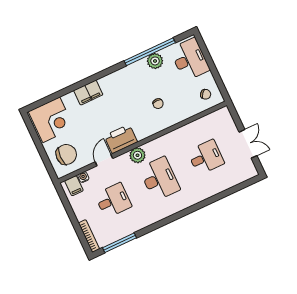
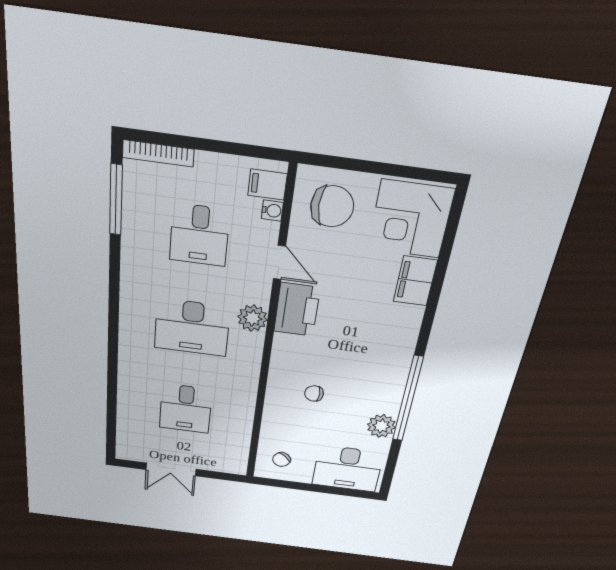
window: (150, 52) -> (408, 399), moved
filing cabinet: (88, 93) -> (415, 281), moved
chair: (66, 154) -> (332, 206), turned -90

